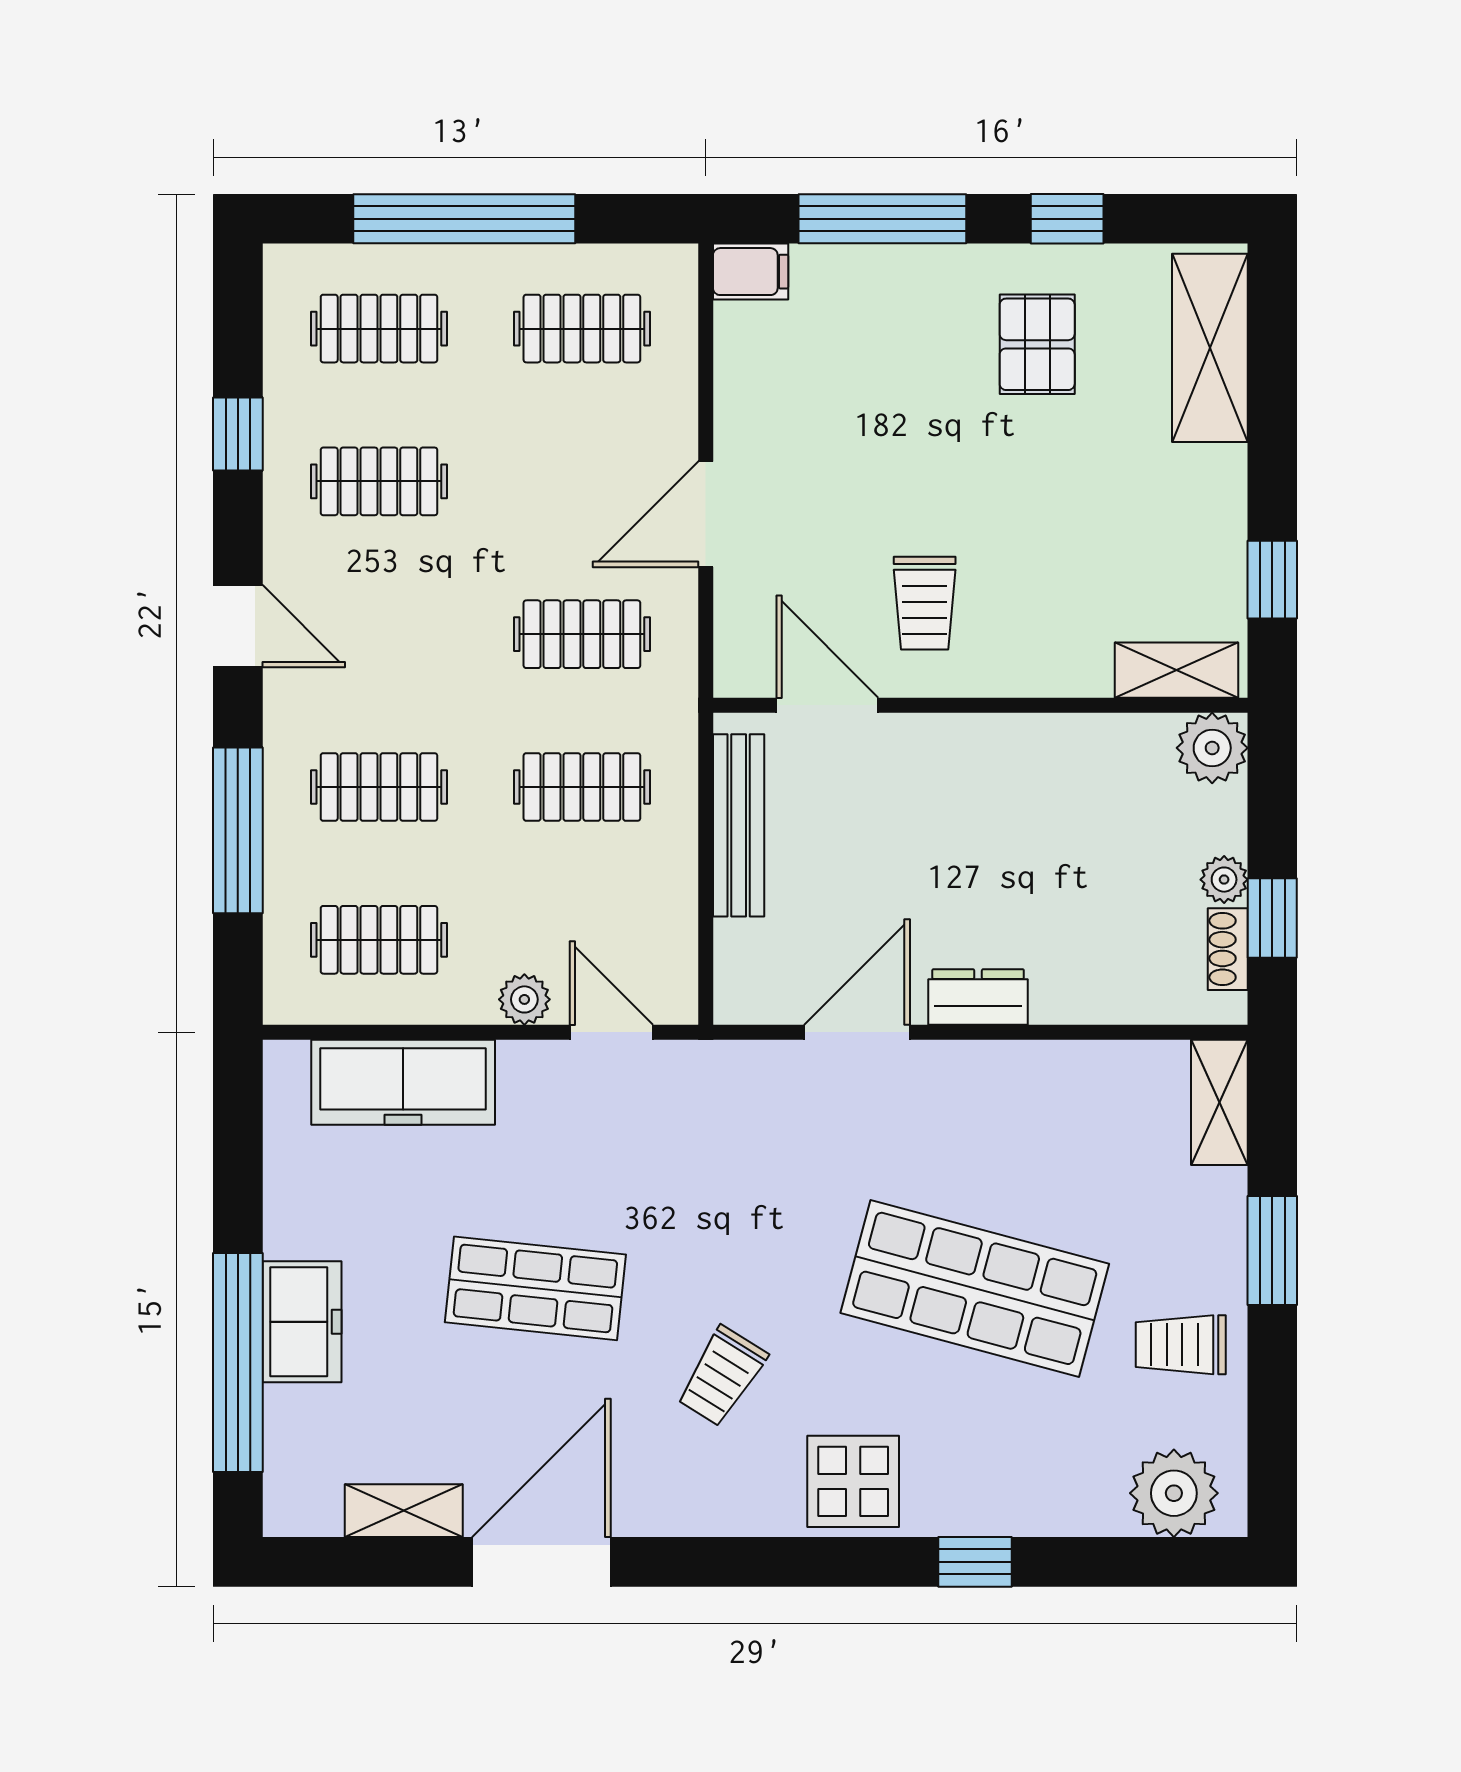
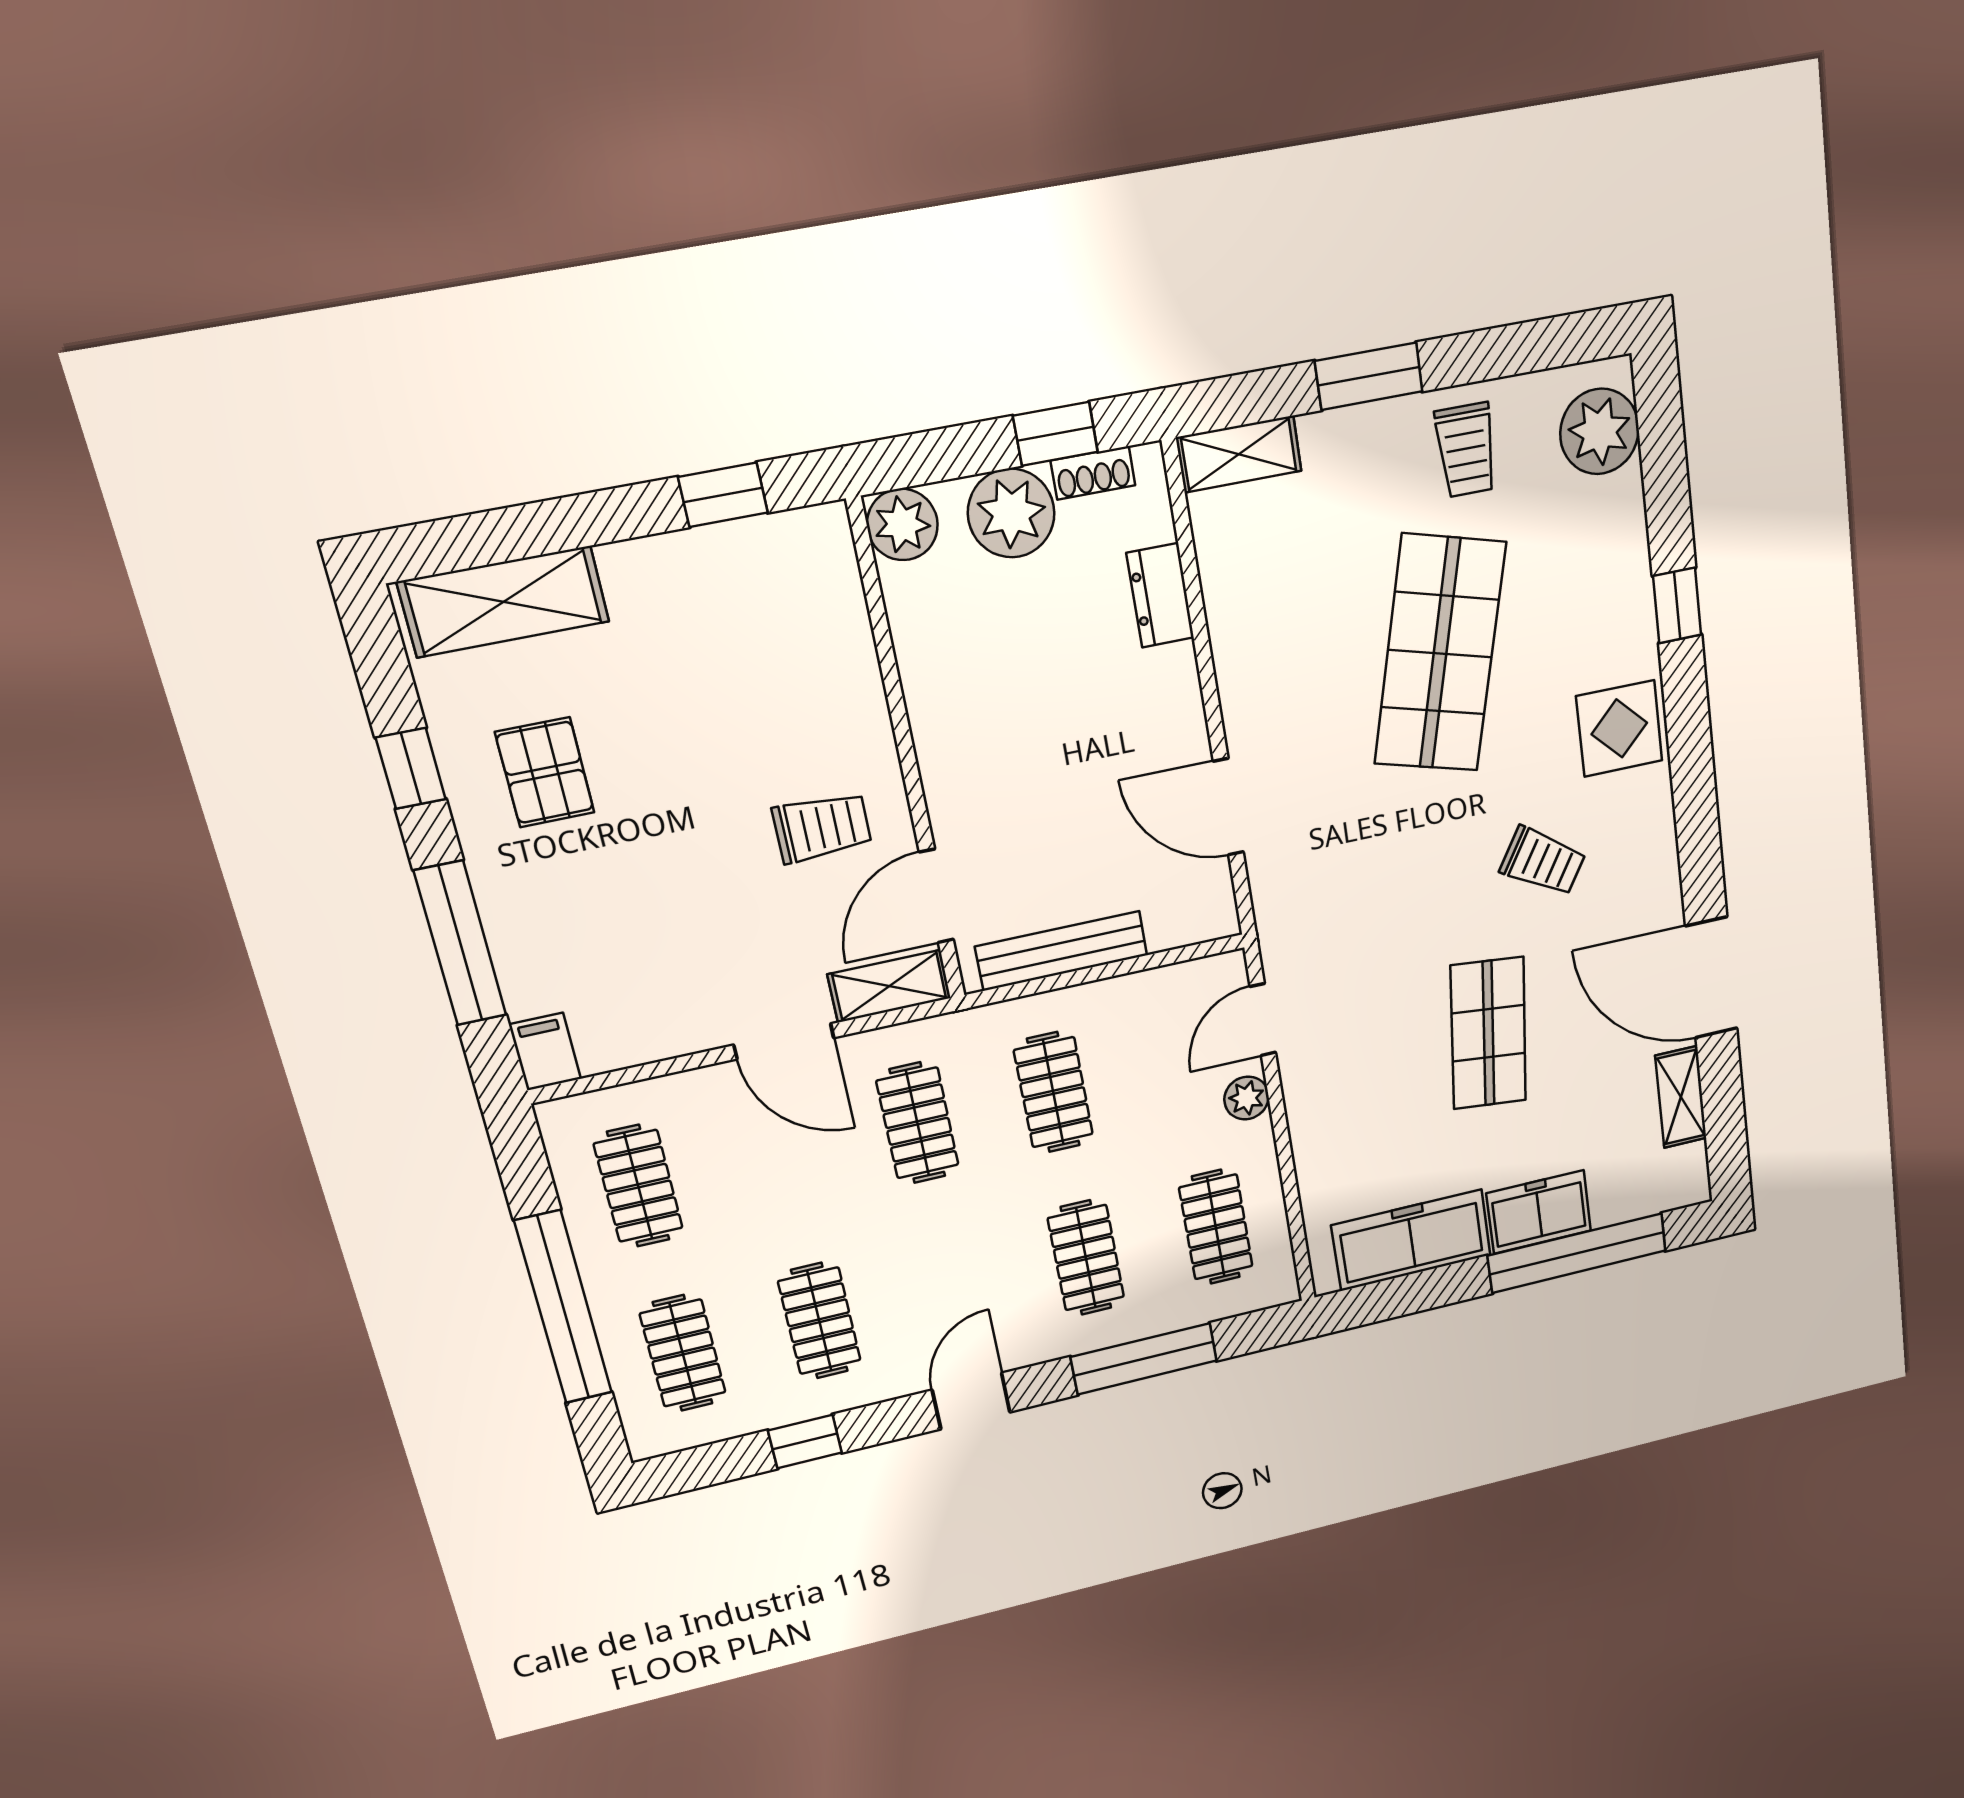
pallet: (1037, 344) -> (545, 772), turned 90
shelving: (1177, 670) -> (889, 986), moved, turned 90
plant: (1224, 880) -> (1011, 513), width x1.88, depth x1.88
dresser: (978, 997) -> (1160, 595), moved
freezer: (403, 1082) -> (1411, 1240), moved, turned -90

